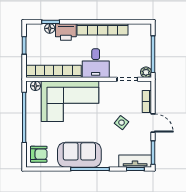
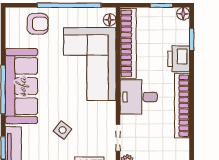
floor lamp: (50, 28) -> (183, 14), moved
armchair: (39, 154) -> (38, 24), moved, turned -90
sofa: (79, 155) -> (21, 86), width x1.36

